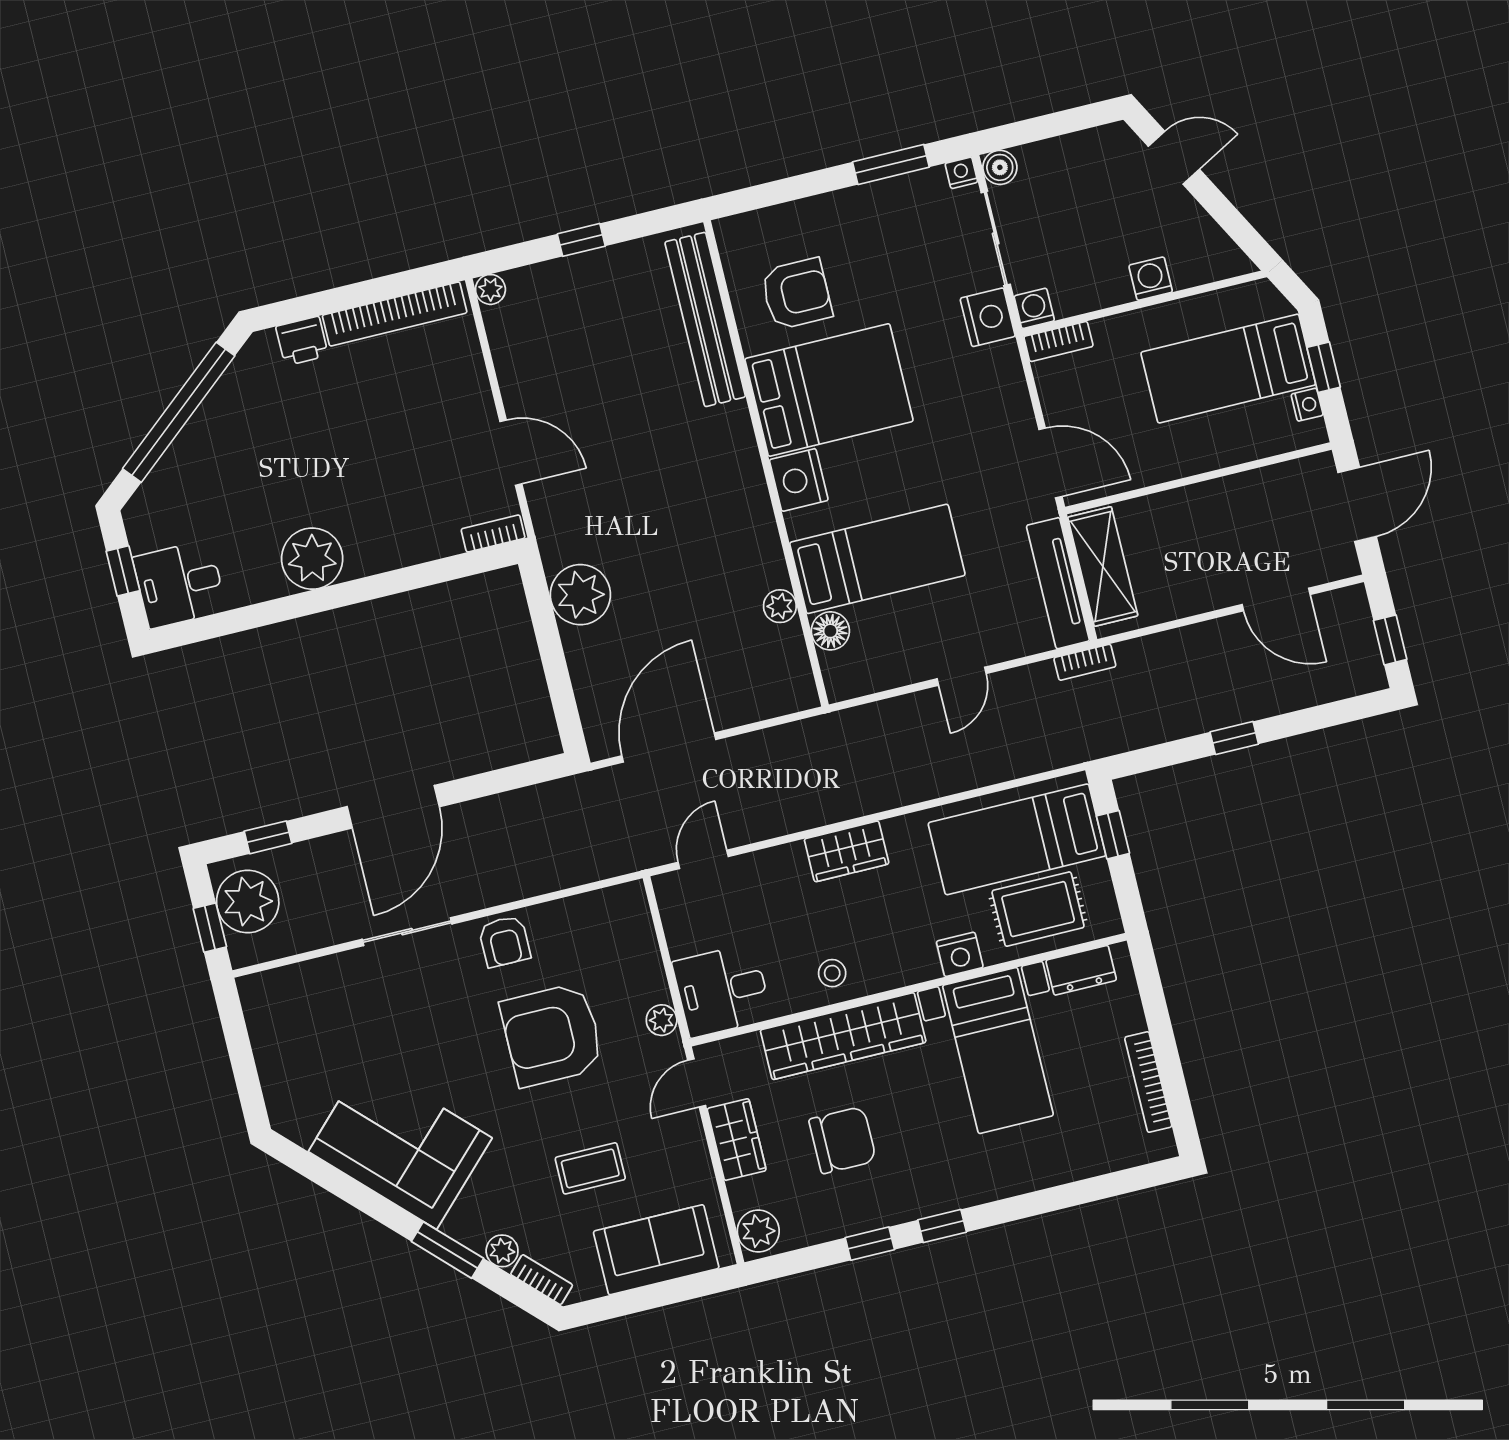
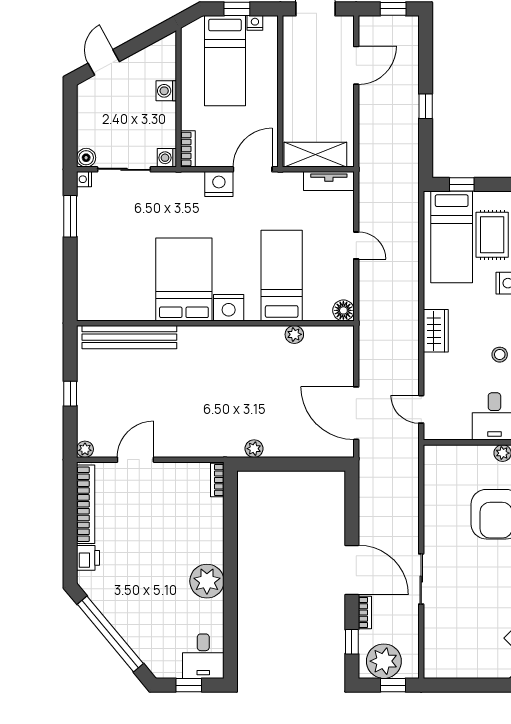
armchair: (797, 294) -> (128, 284), removed
nightstand: (988, 317) -> (219, 184), moved
door: (511, 453) -> (135, 460), moved
tv unit: (1058, 583) -> (329, 181), width x0.71
plant: (580, 595) -> (254, 449), width x0.53, depth x0.53
floor lamp: (830, 631) -> (343, 310), moved
bookcase: (1085, 662) -> (365, 612), moved
armchair: (504, 941) -> (439, 528), removed

